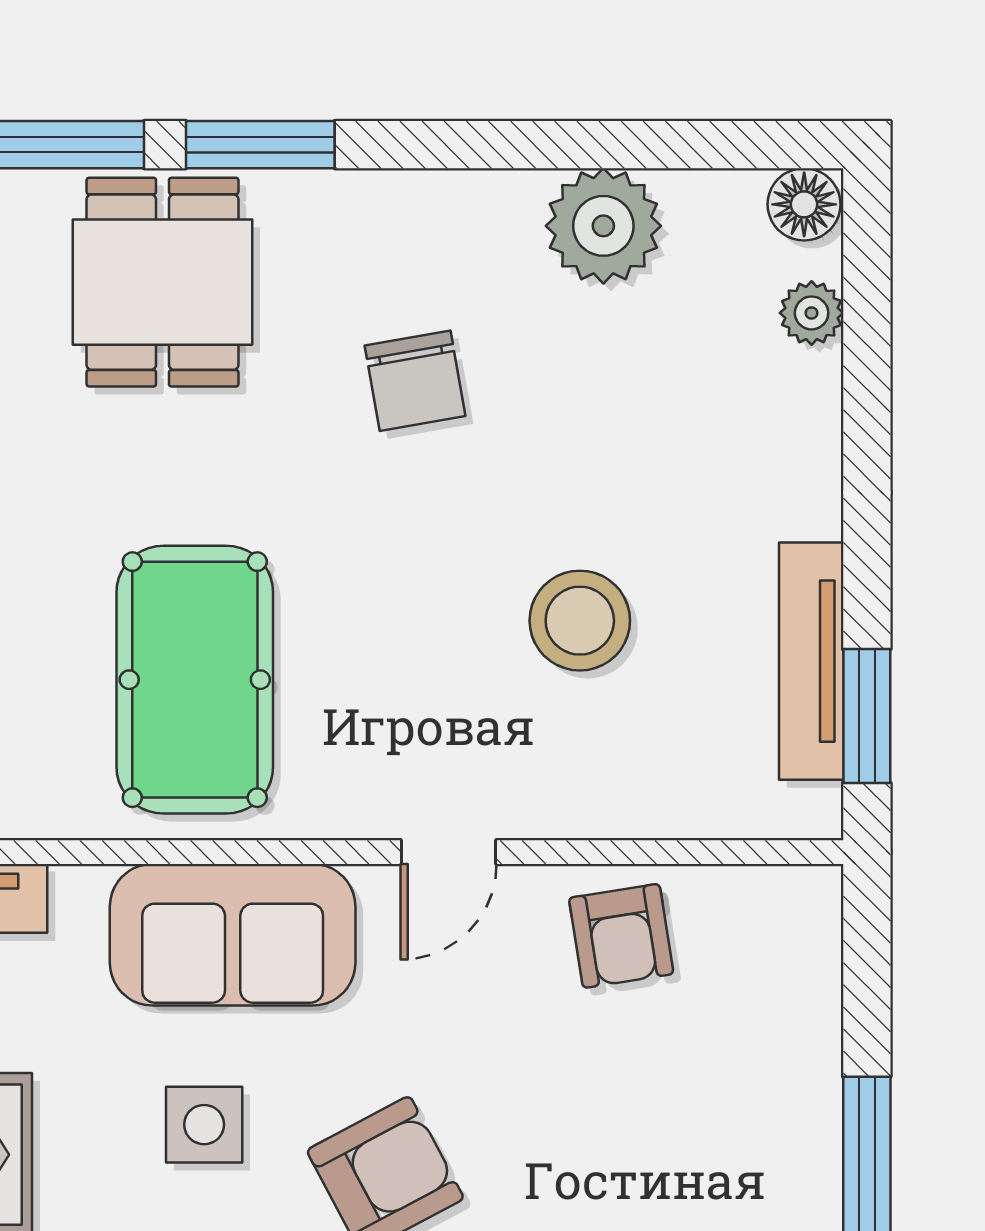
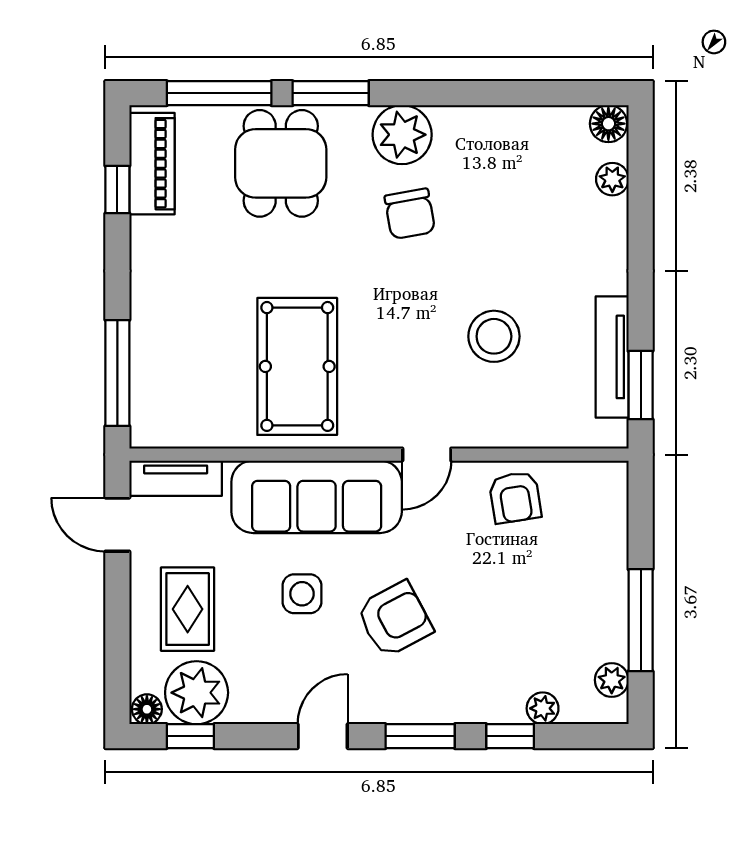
plant: (603, 226) -> (402, 135), moved
sofa: (233, 935) -> (317, 497), width x1.36

